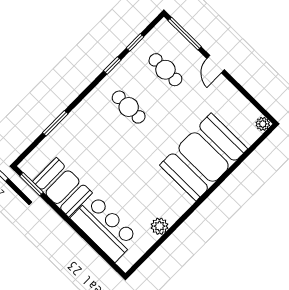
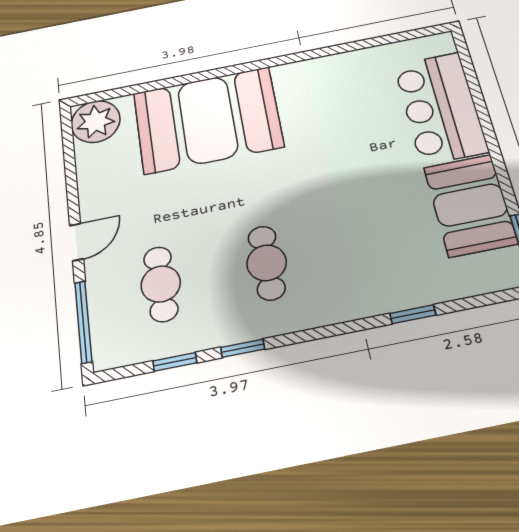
window: (55, 123) -> (413, 314), width x0.67
plant: (263, 124) -> (96, 122), width x1.87, depth x1.87
plant: (159, 226) -> (350, 64), removed

